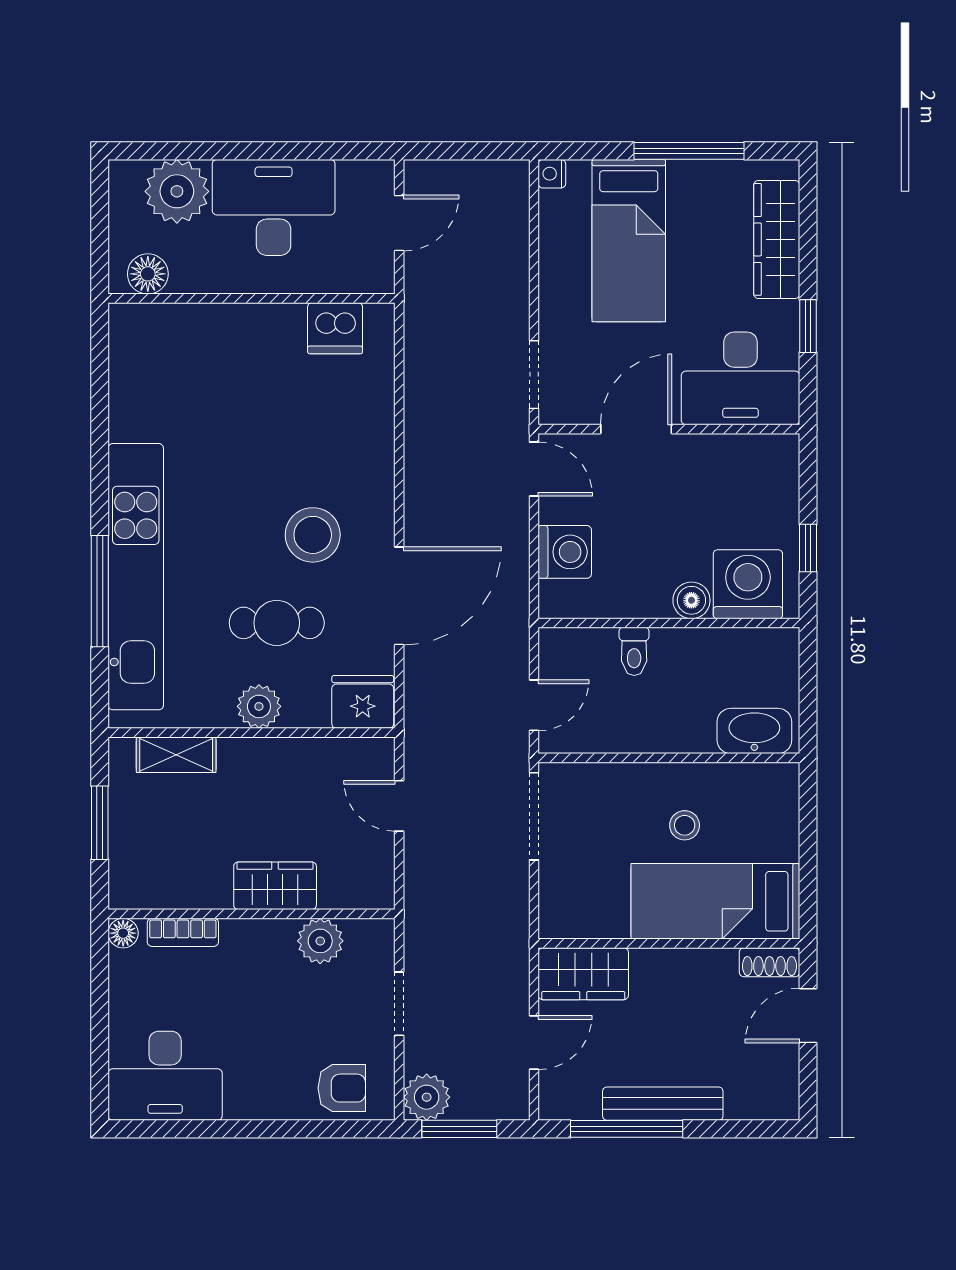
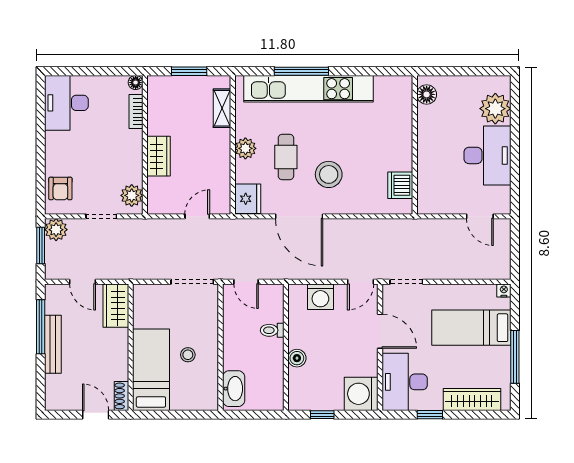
floor lamp: (148, 274) -> (427, 94), moved
wall: (252, 298) -> (415, 145), moved
dishwasher: (335, 328) -> (400, 185), moved
washing machine: (748, 584) -> (361, 394), moved, turned 180
plant: (320, 941) -> (132, 195), moved

